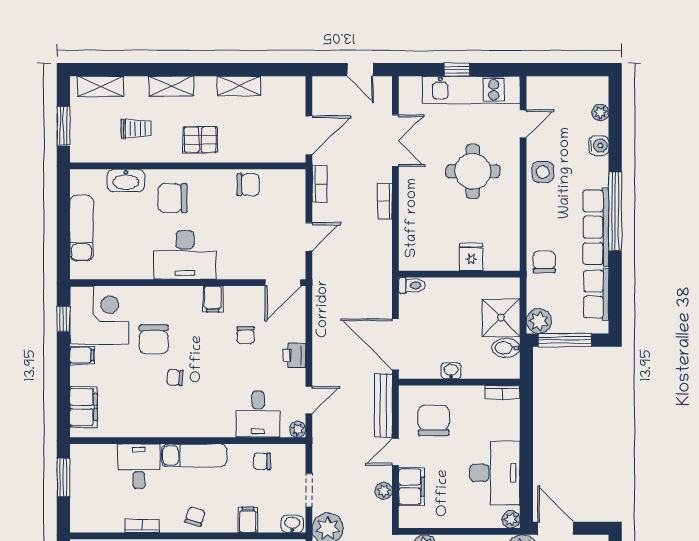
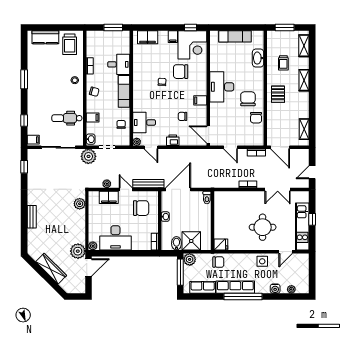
shelving: (239, 86) -> (304, 129), moved
door: (523, 124) -> (286, 252), hinge flipped
chair: (173, 198) -> (248, 99), moved
fridge: (471, 257) -> (221, 244), moved

